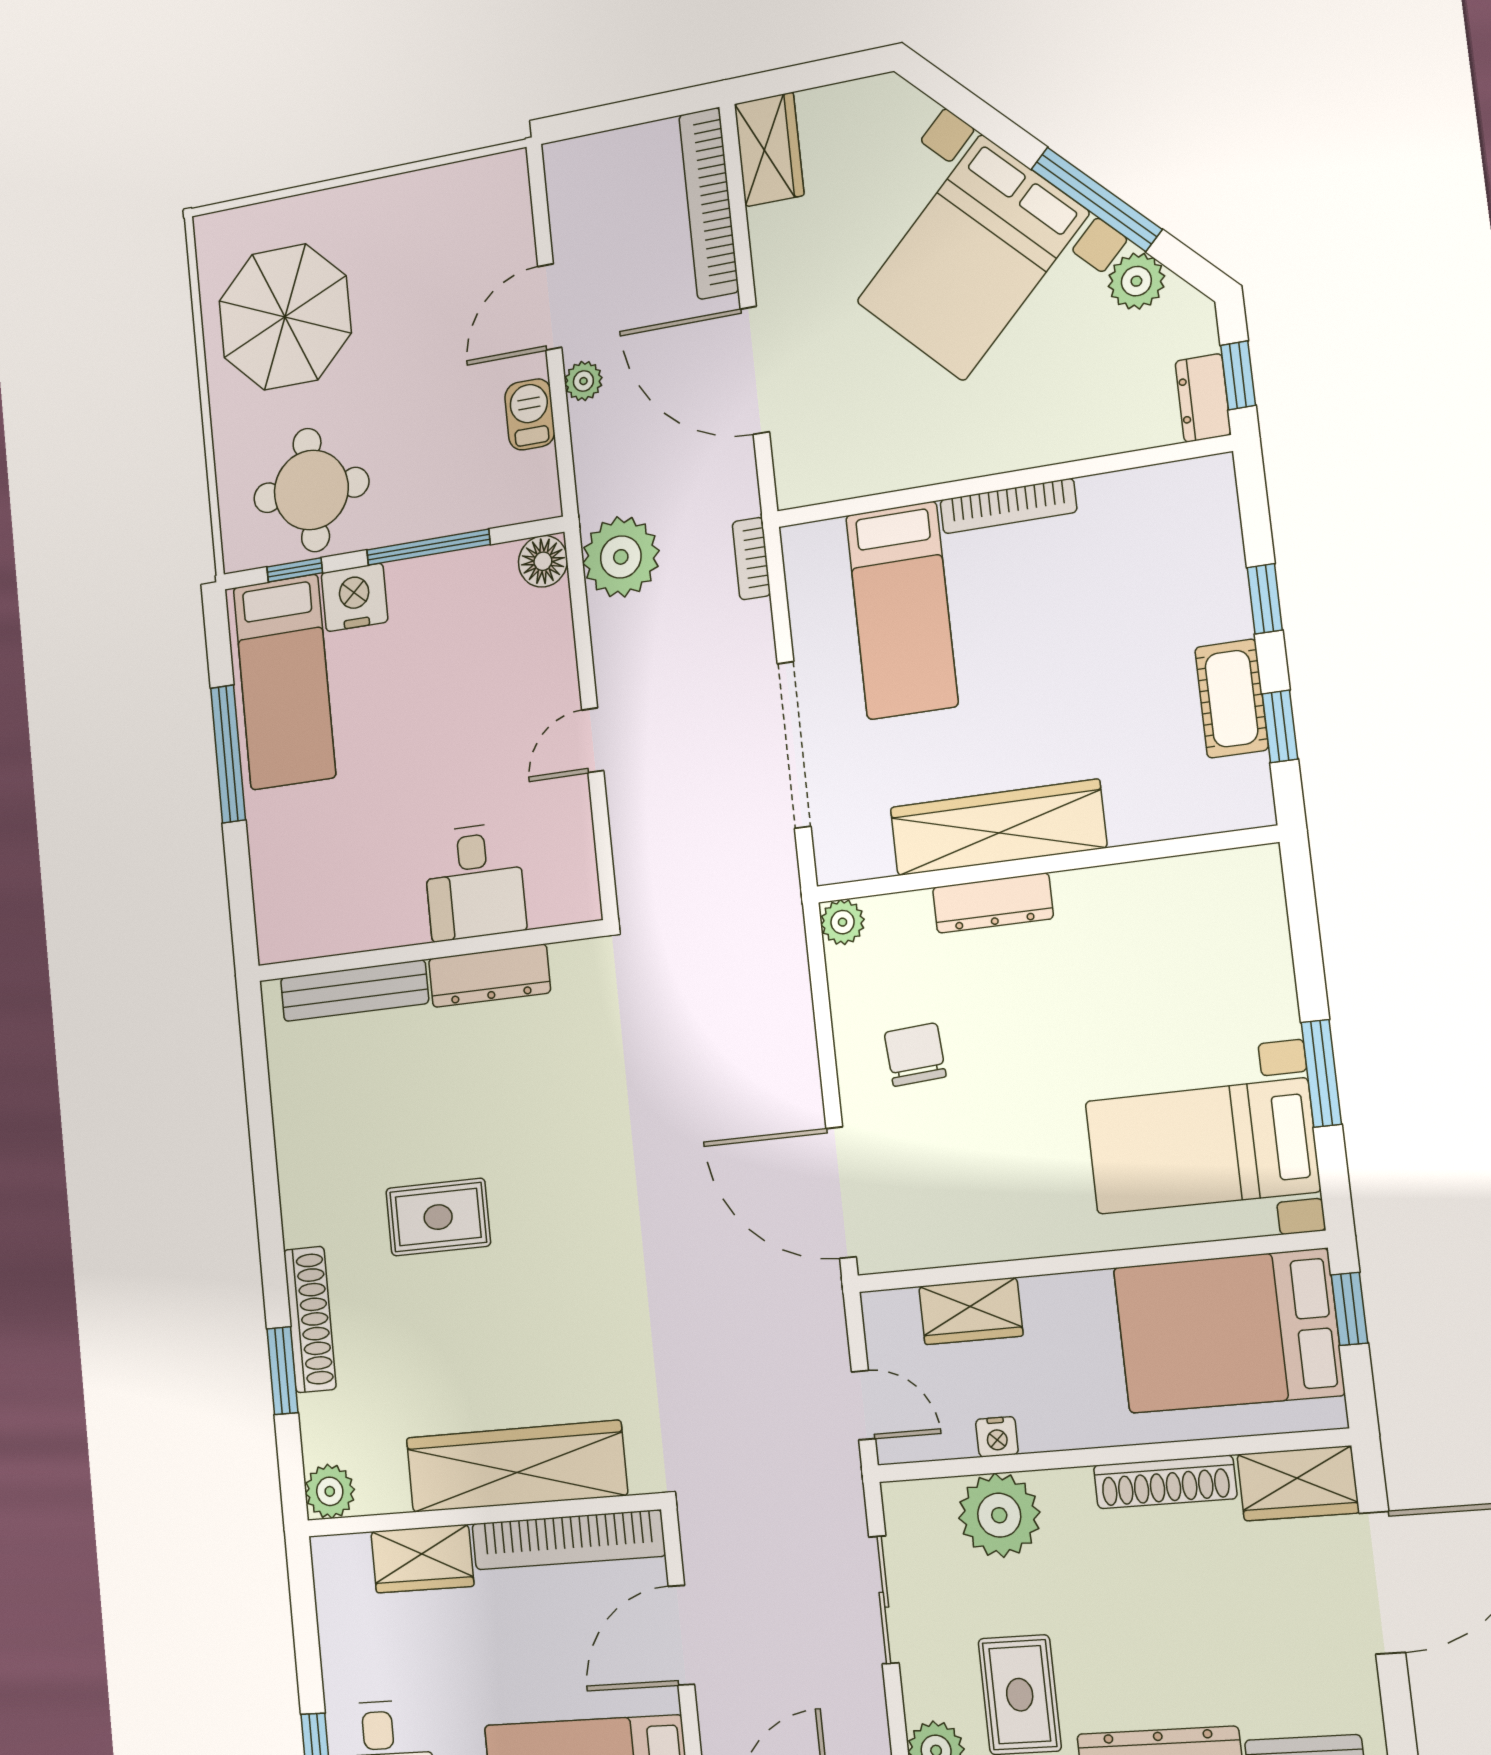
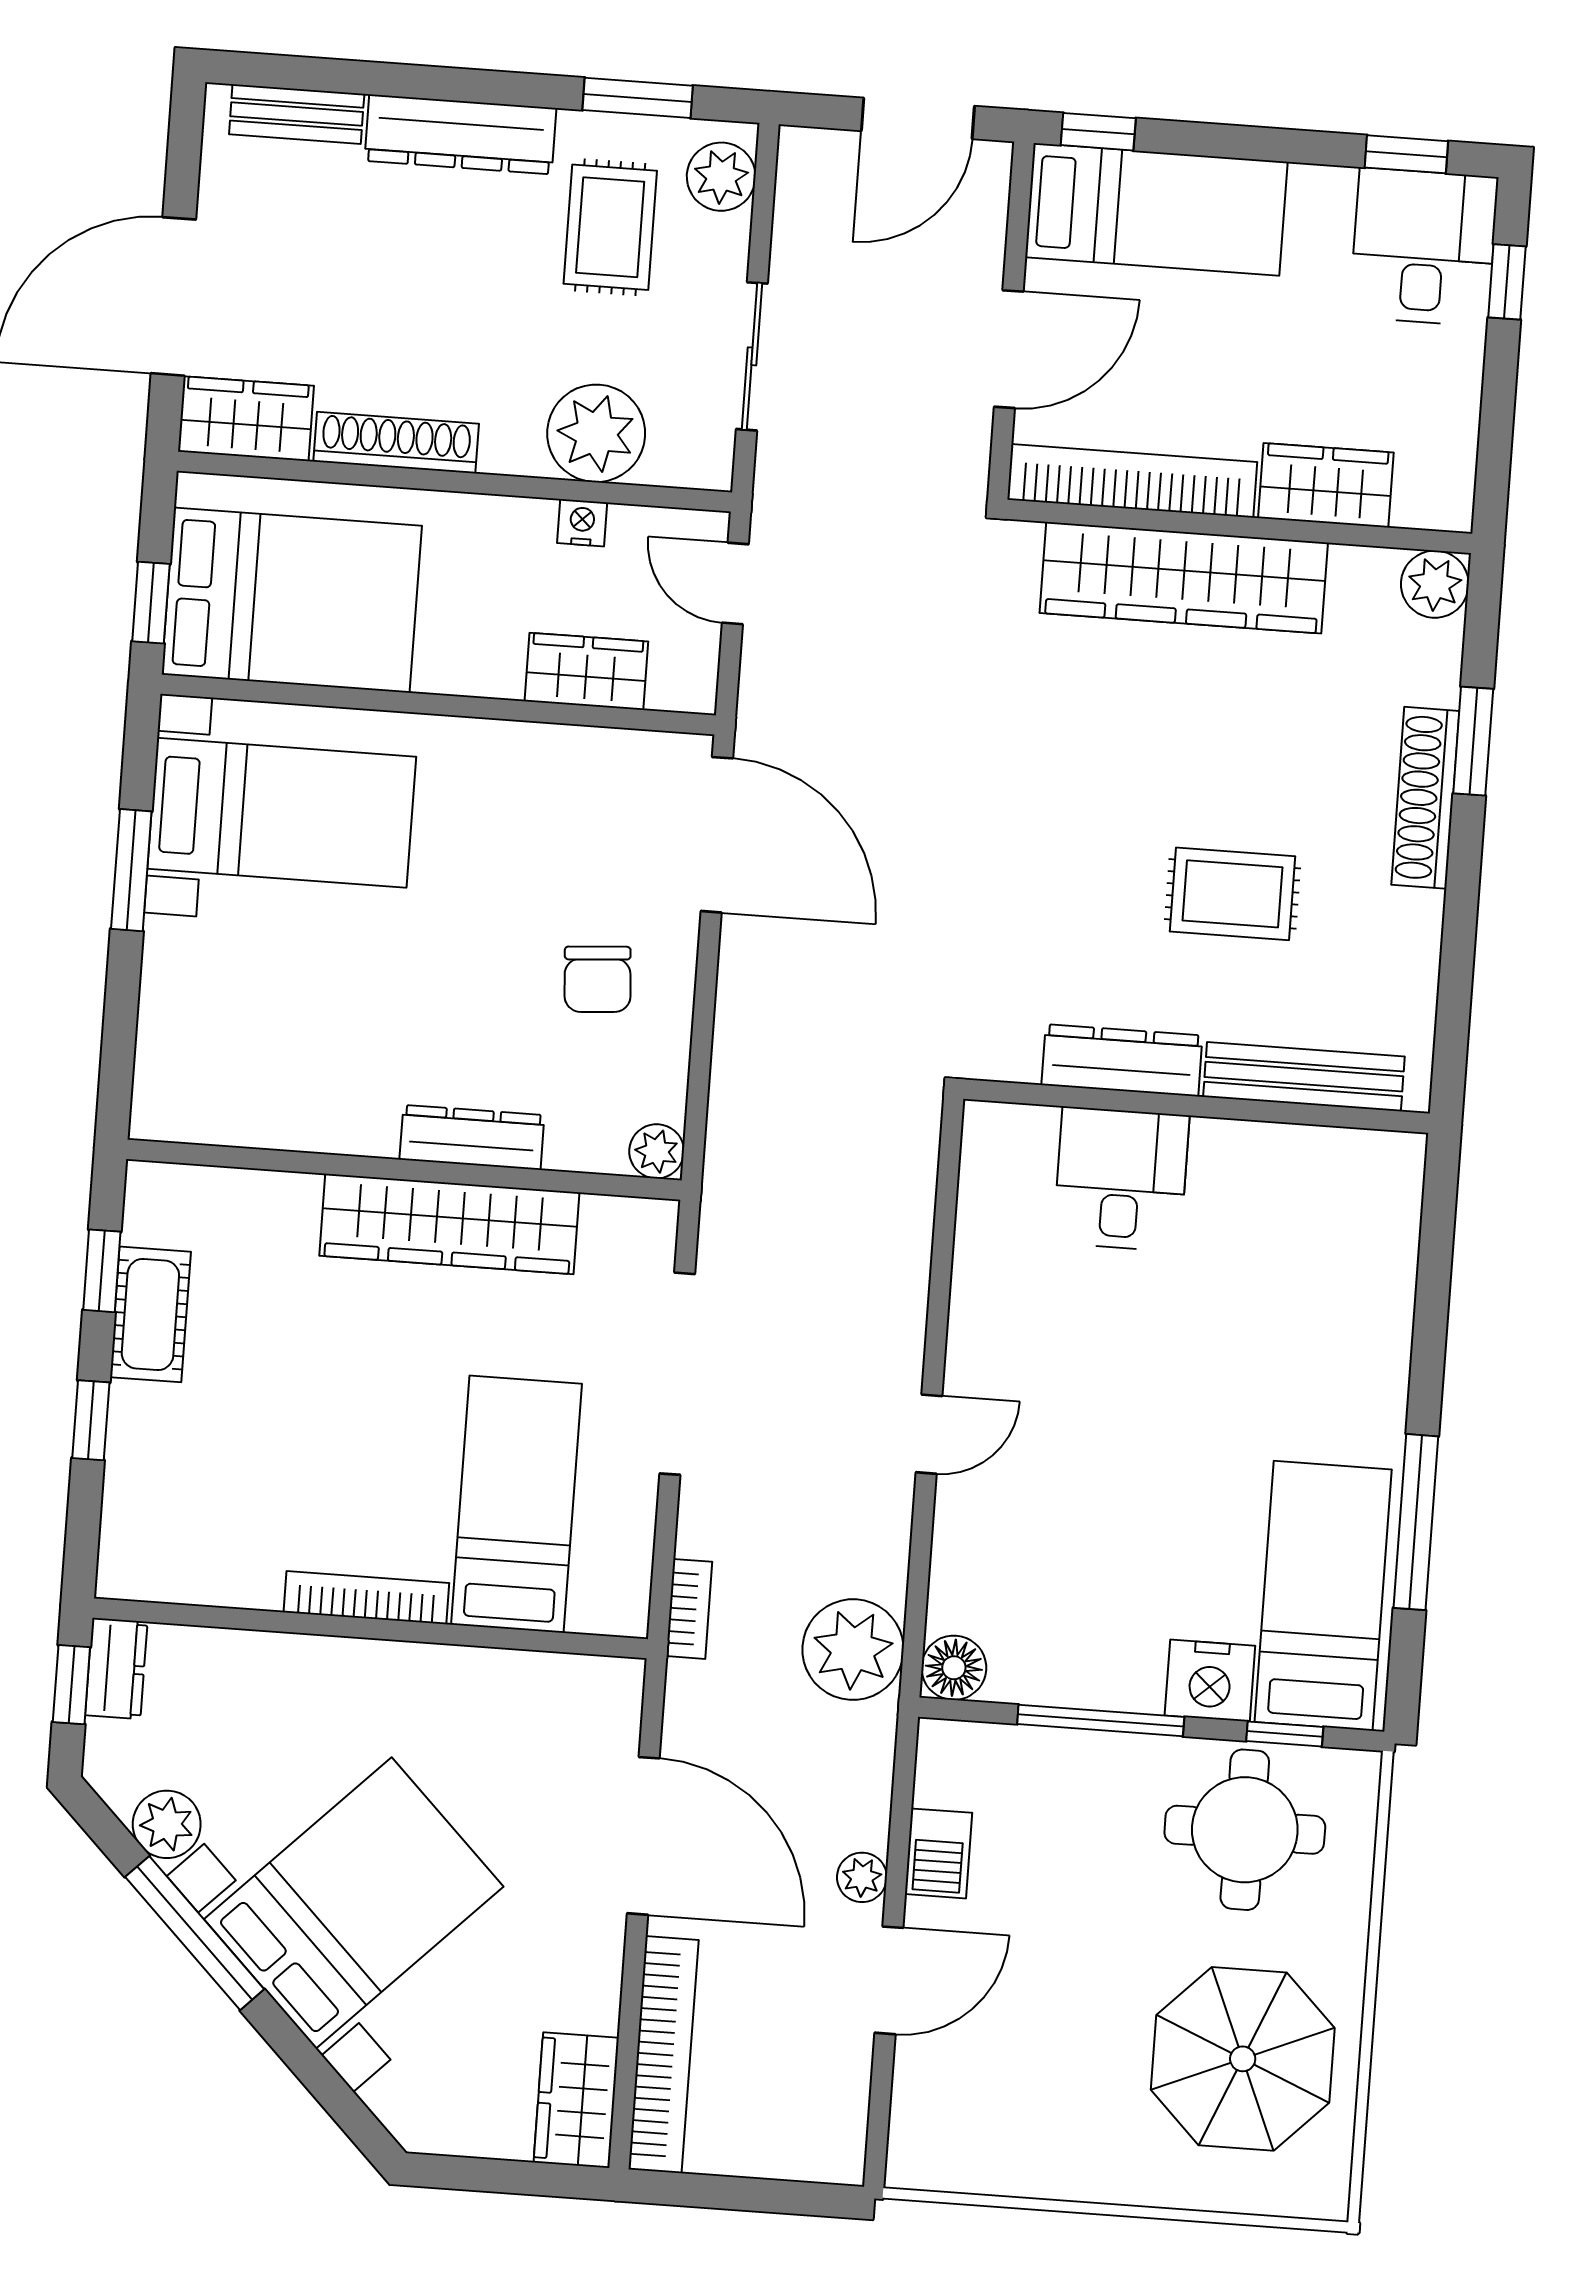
desk: (475, 882) -> (1121, 1179), moved
wall: (429, 951) -> (1197, 1106), moved
dresser: (489, 976) -> (1122, 1060), moved
bench: (354, 991) -> (1304, 1077), moved

